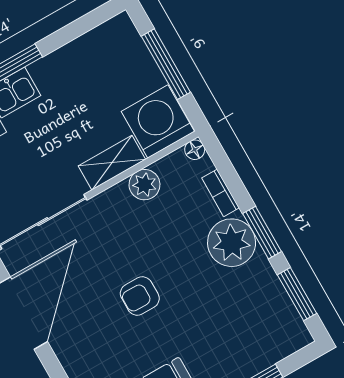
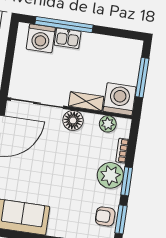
floor lamp: (195, 150) -> (73, 120), moved, width x1.89, depth x1.89
plant: (144, 185) -> (108, 124), moved
armchair: (140, 296) -> (105, 216), moved

